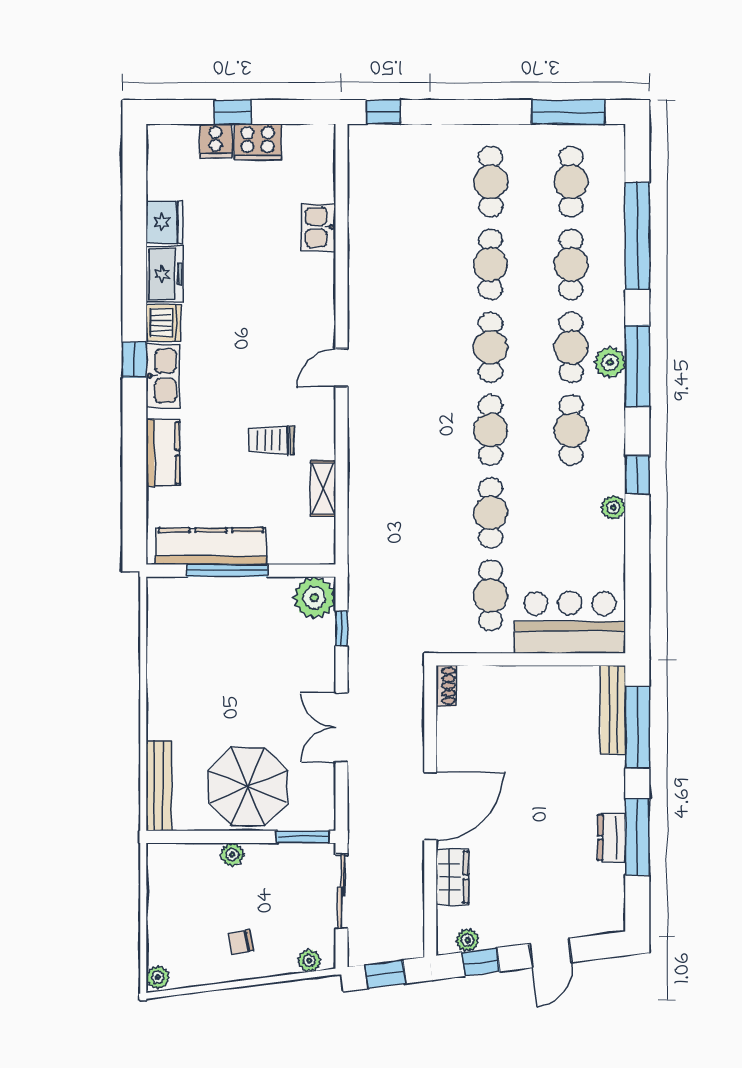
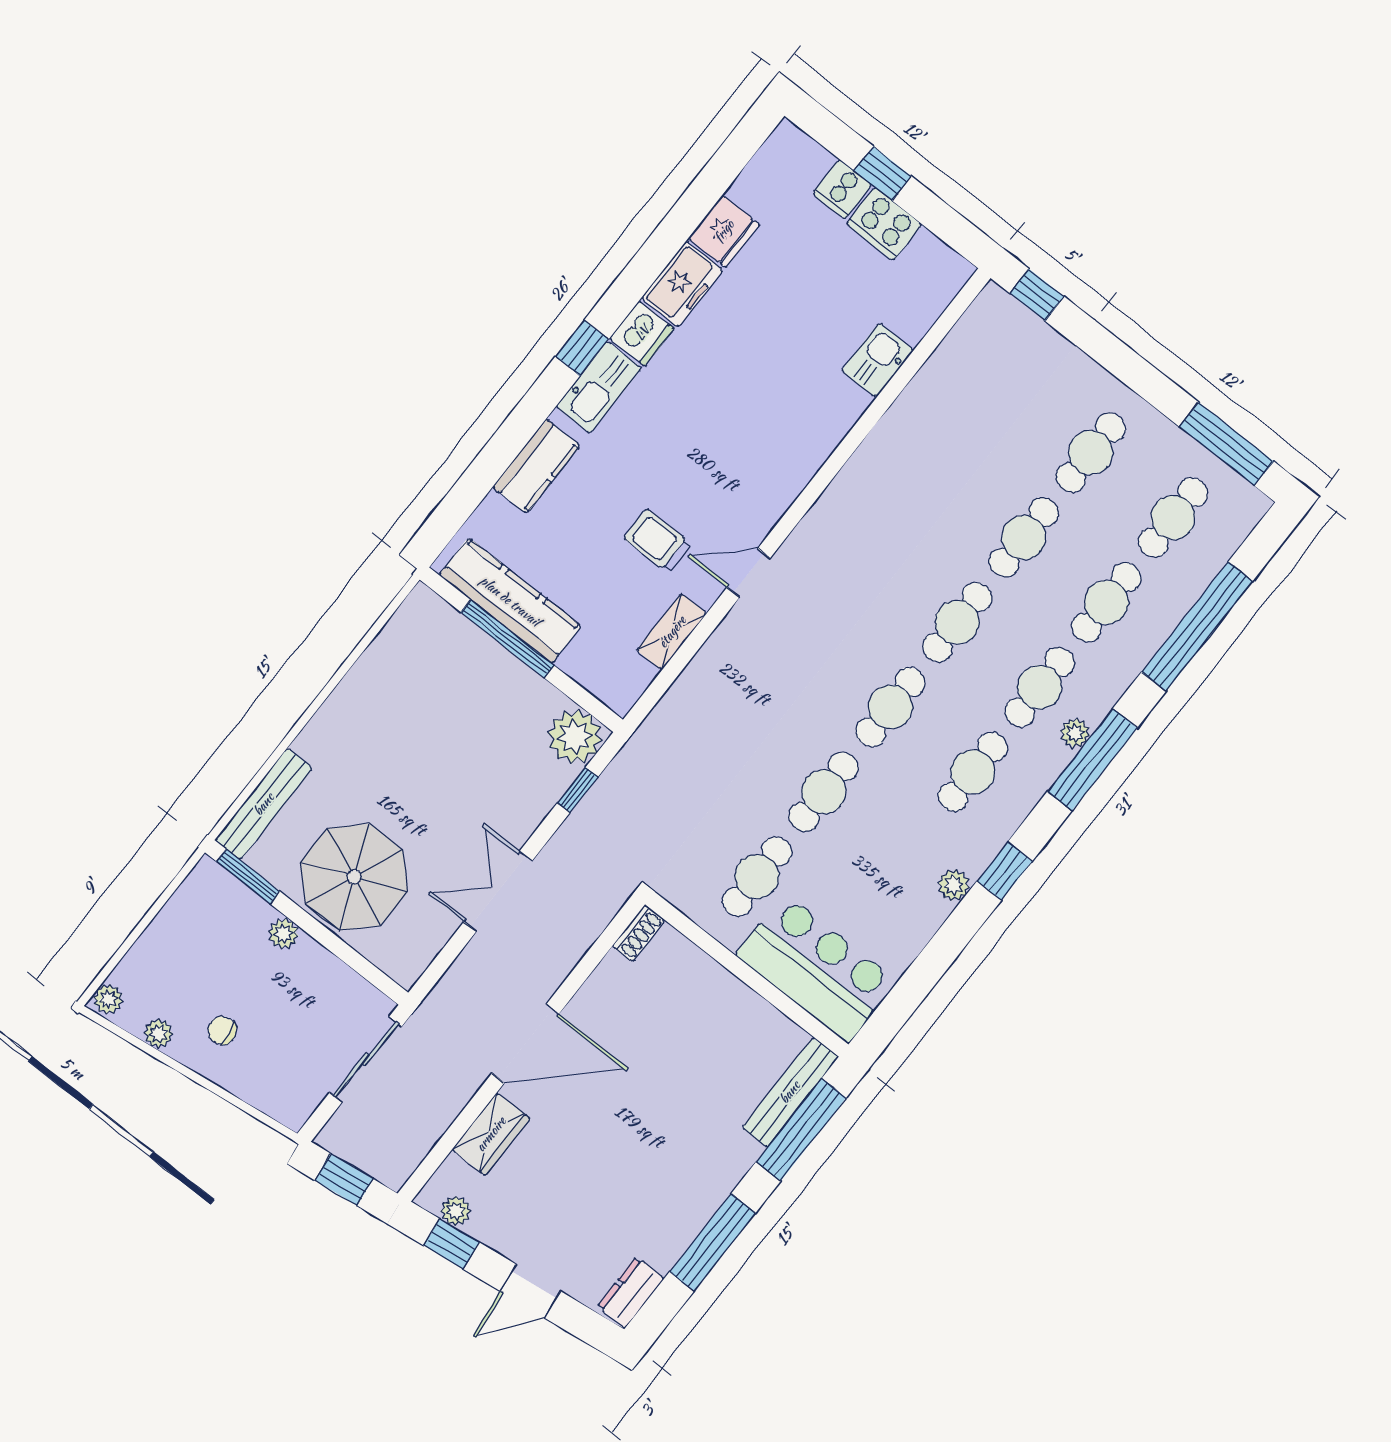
plant: (610, 362) -> (1075, 733), width x0.73, depth x0.73
door: (341, 368) -> (749, 573), moved
window: (303, 837) -> (248, 876), moved
dresser: (612, 838) -> (631, 1292), moved
plant: (309, 961) -> (158, 1033), moved

